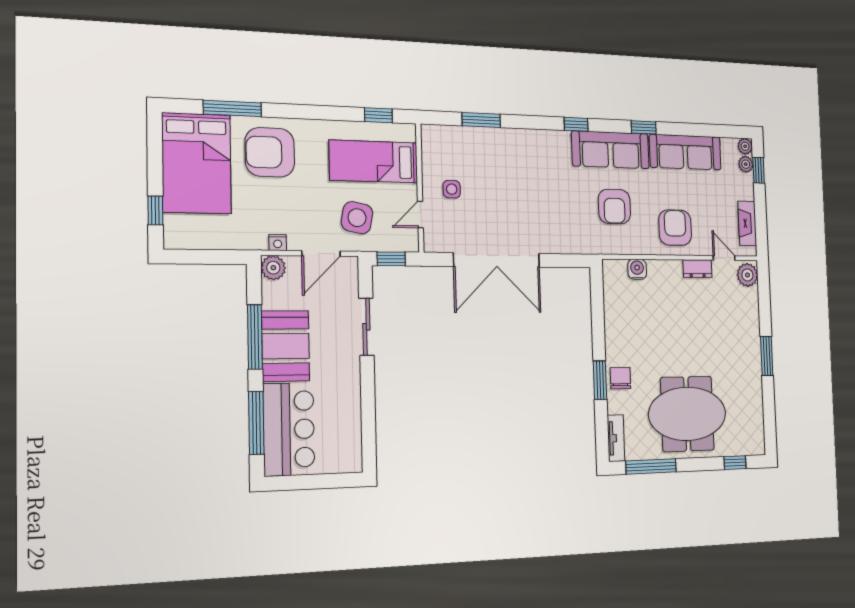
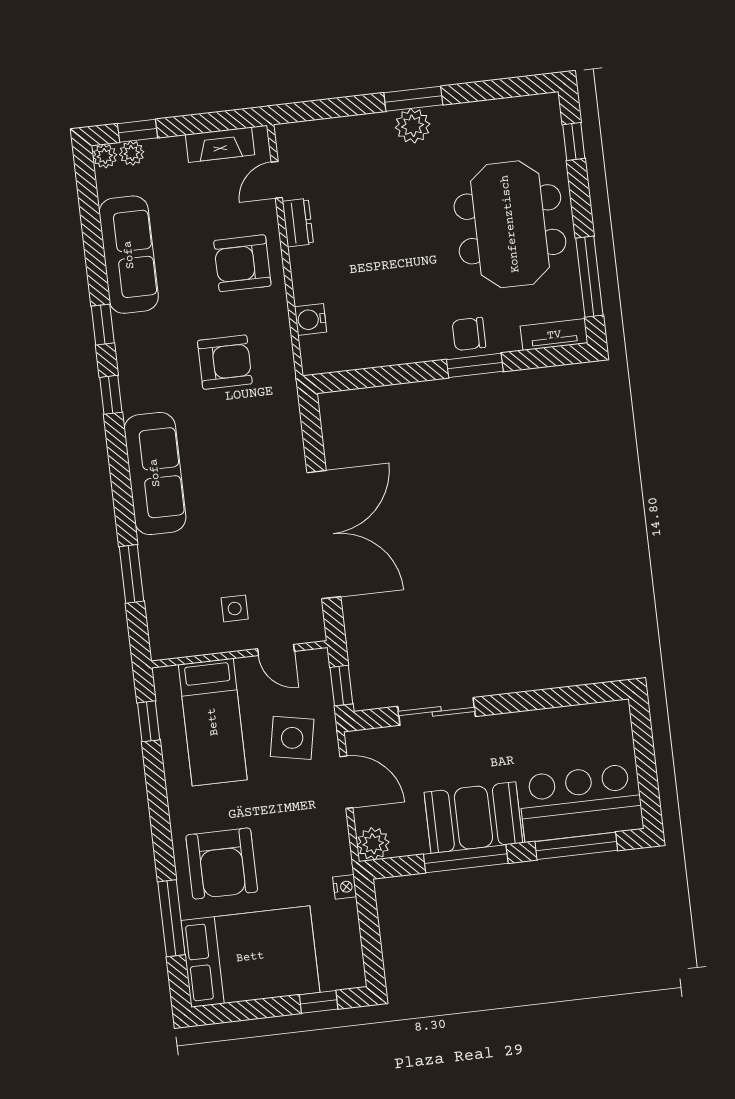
window: (576, 124) -> (111, 395), moved
sofa: (611, 150) -> (155, 473), moved
nightstand: (278, 243) -> (345, 887), moved
plant: (747, 275) -> (413, 126), moved

